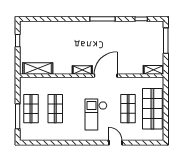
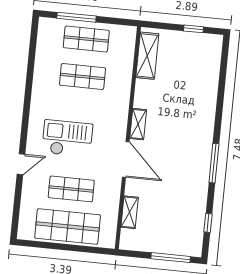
shelving: (154, 70) -> (130, 212), moved

